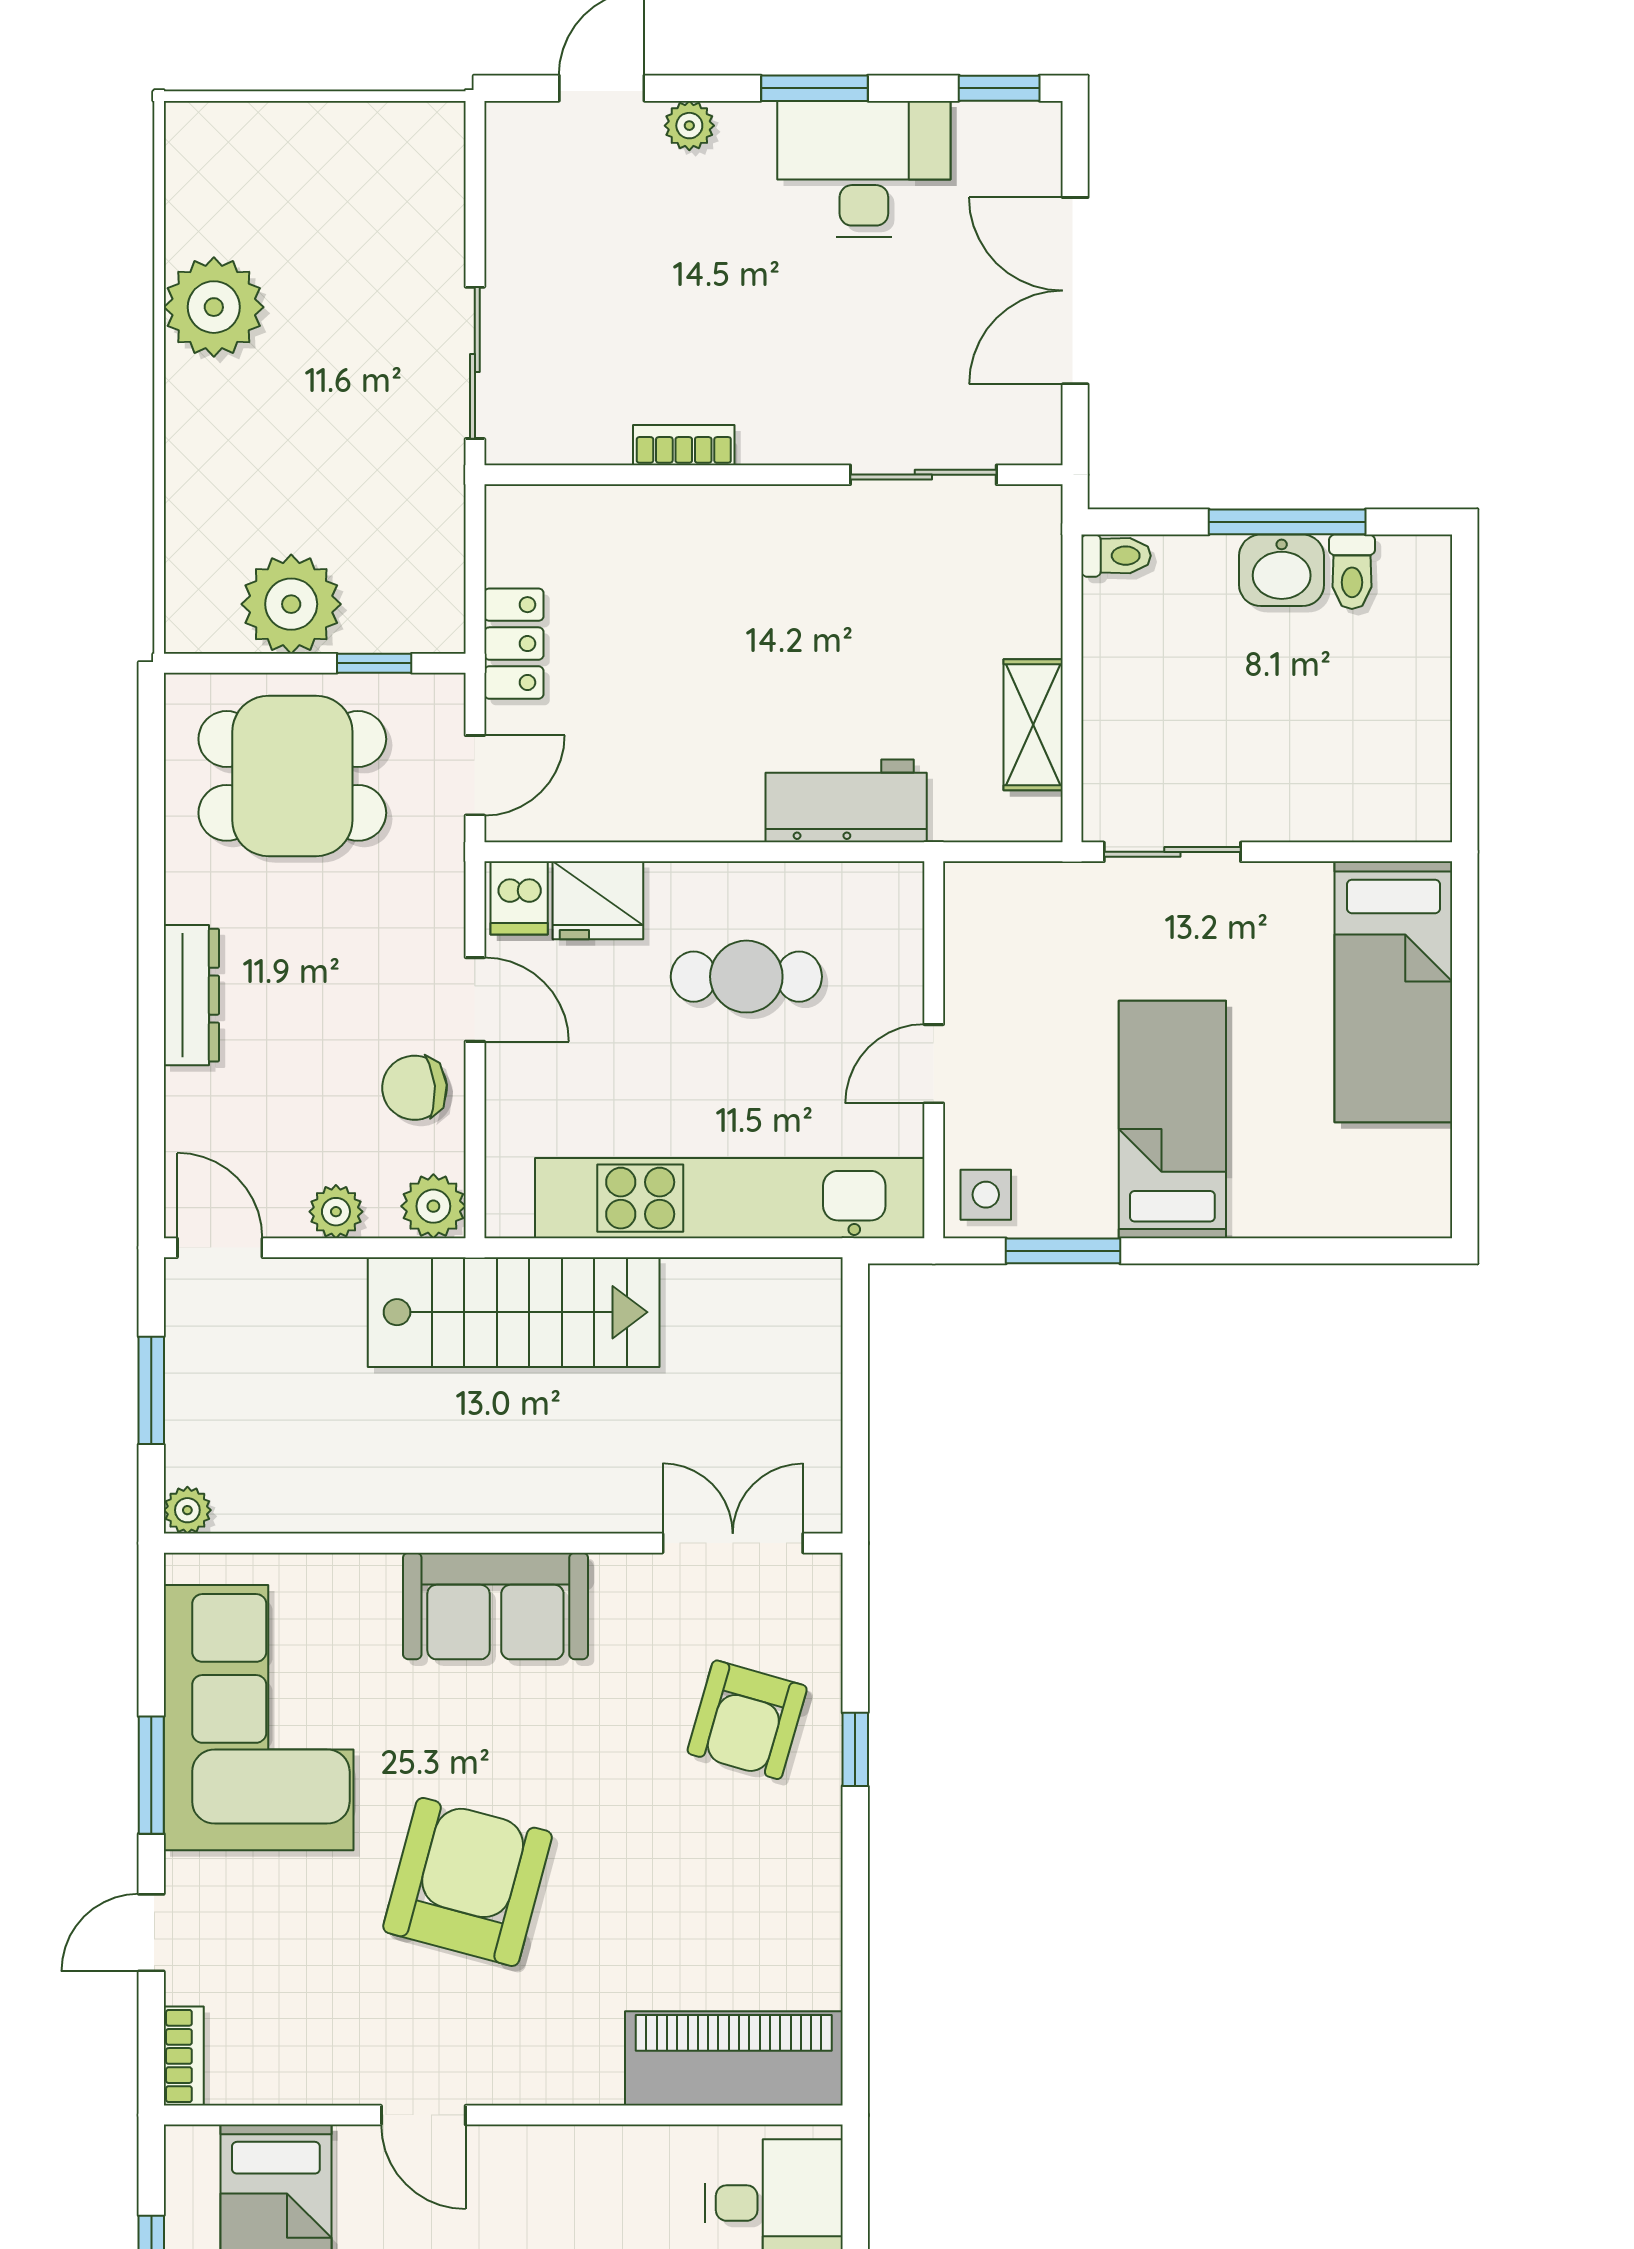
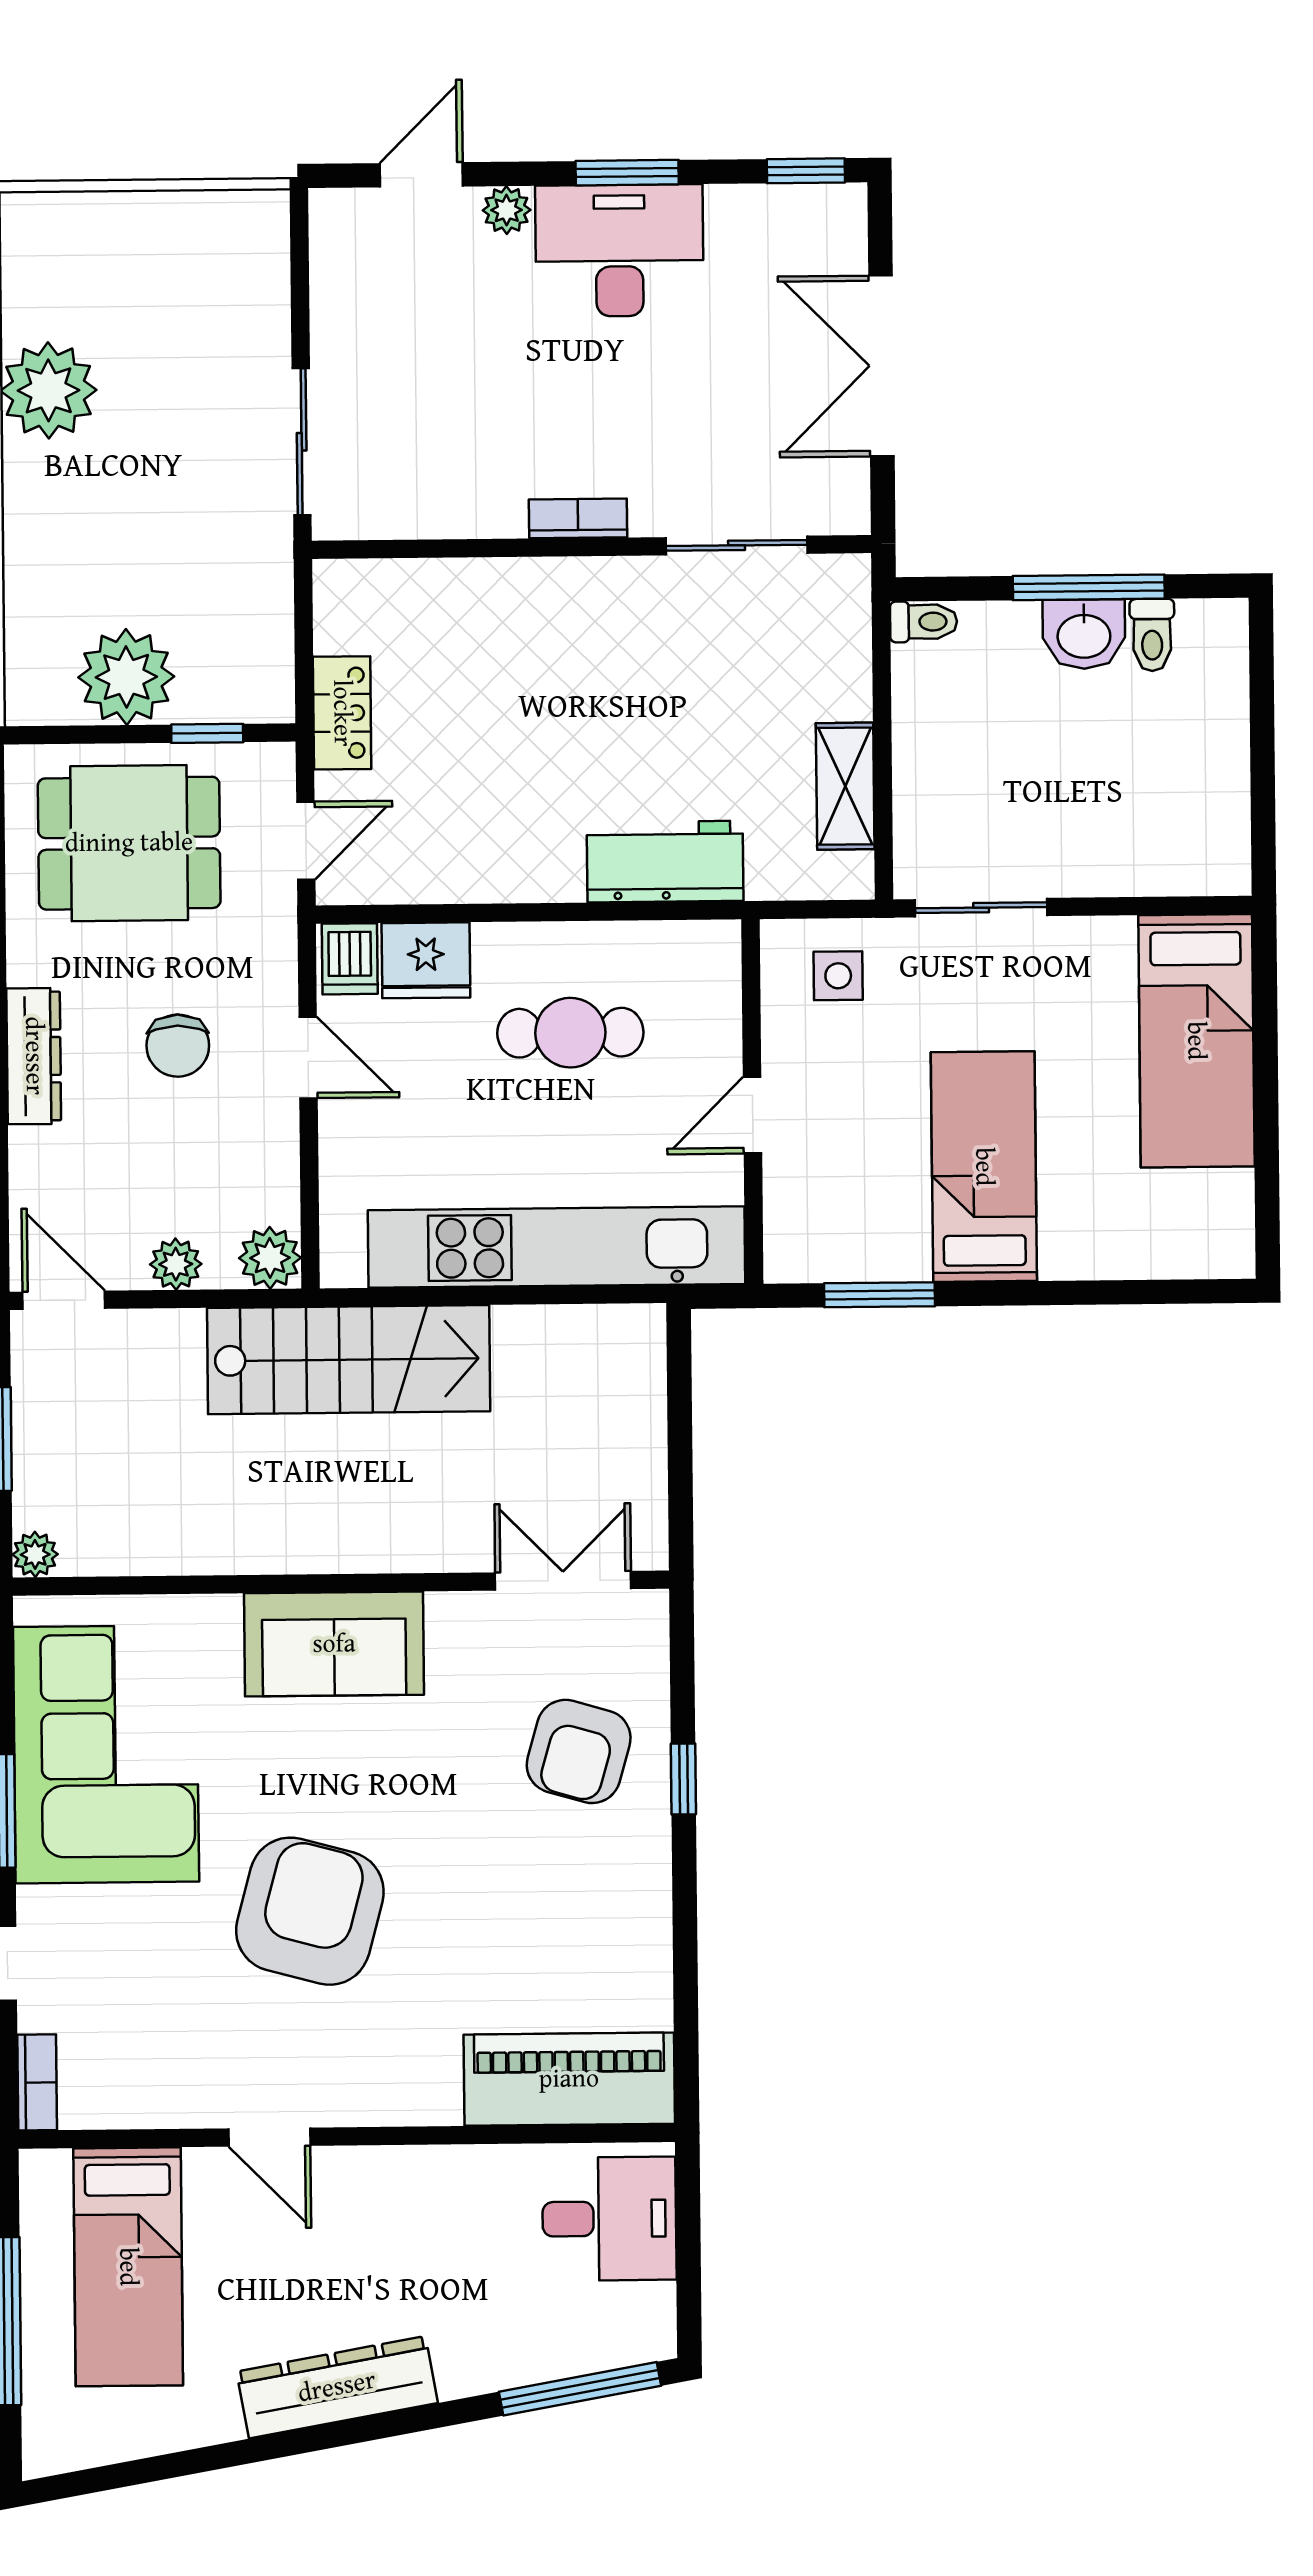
desk: (864, 169) -> (619, 251), moved
bookcase: (684, 445) -> (578, 518), moved
chair: (415, 1088) -> (178, 1046), moved, turned -85
side table: (986, 1195) -> (838, 976), moved

